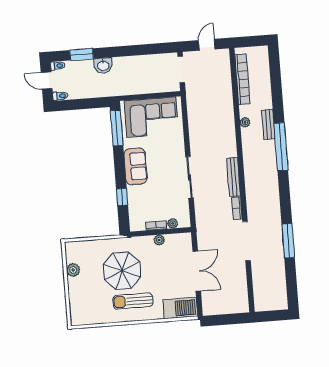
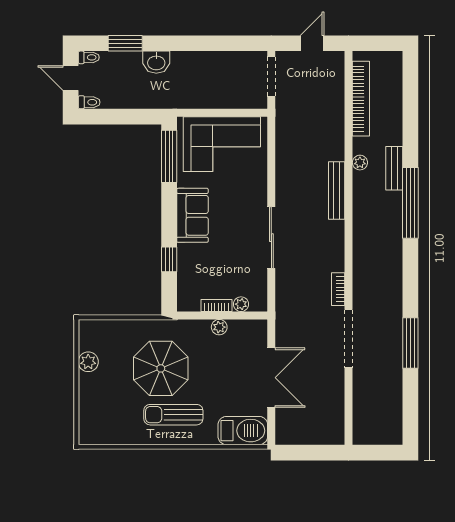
bench: (234, 177) -> (337, 190), moved

